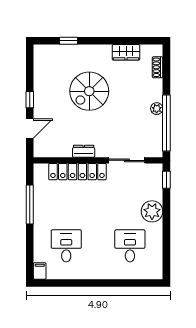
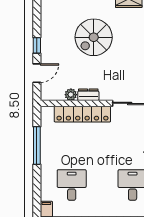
plant: (65, 151) -> (71, 95), added

